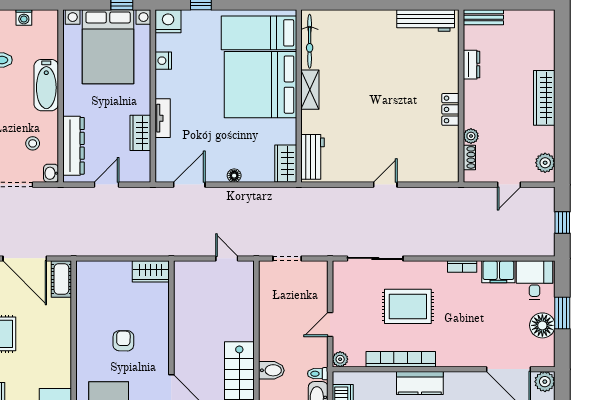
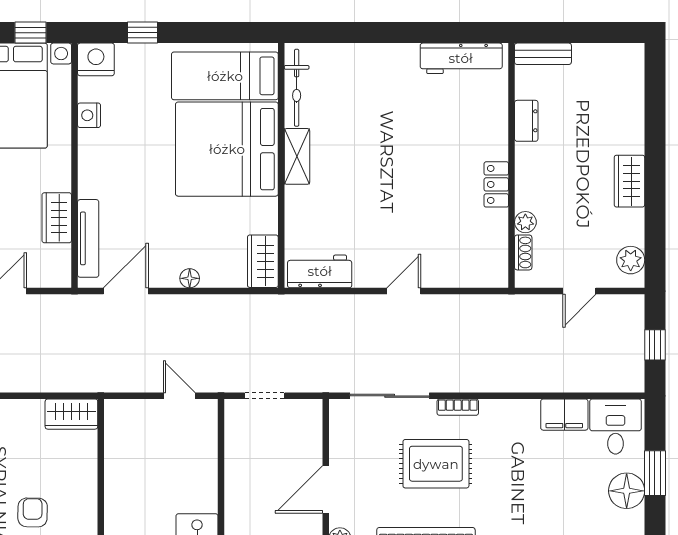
wardrobe: (544, 98) -> (629, 181), width x0.67
tv unit: (163, 118) -> (88, 238), moved, width x1.41
workbench: (313, 157) -> (320, 271), moved, turned -90
bookcase: (462, 267) -> (458, 407), moved
door: (330, 324) -> (326, 489), width x1.38

